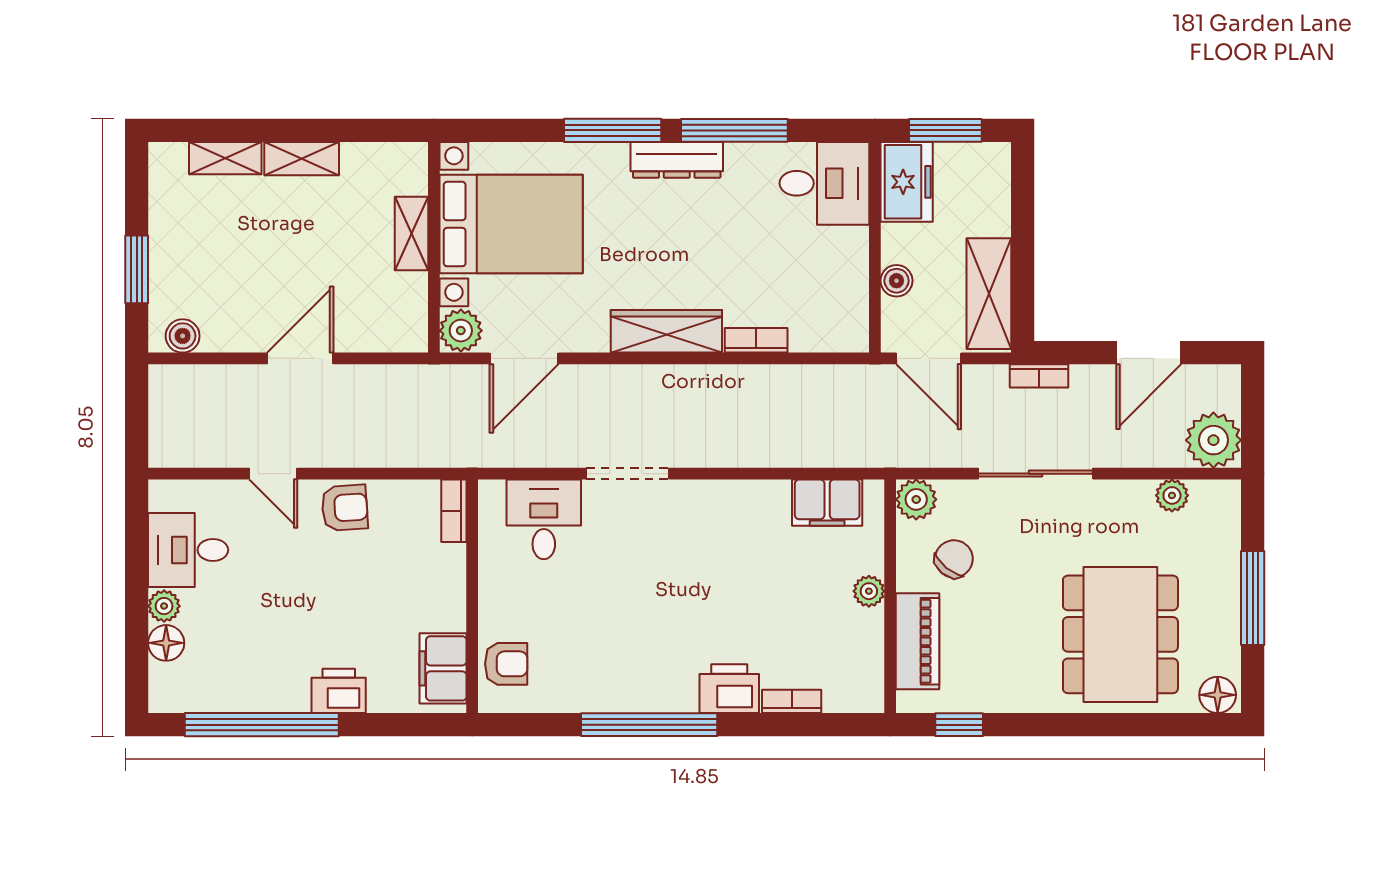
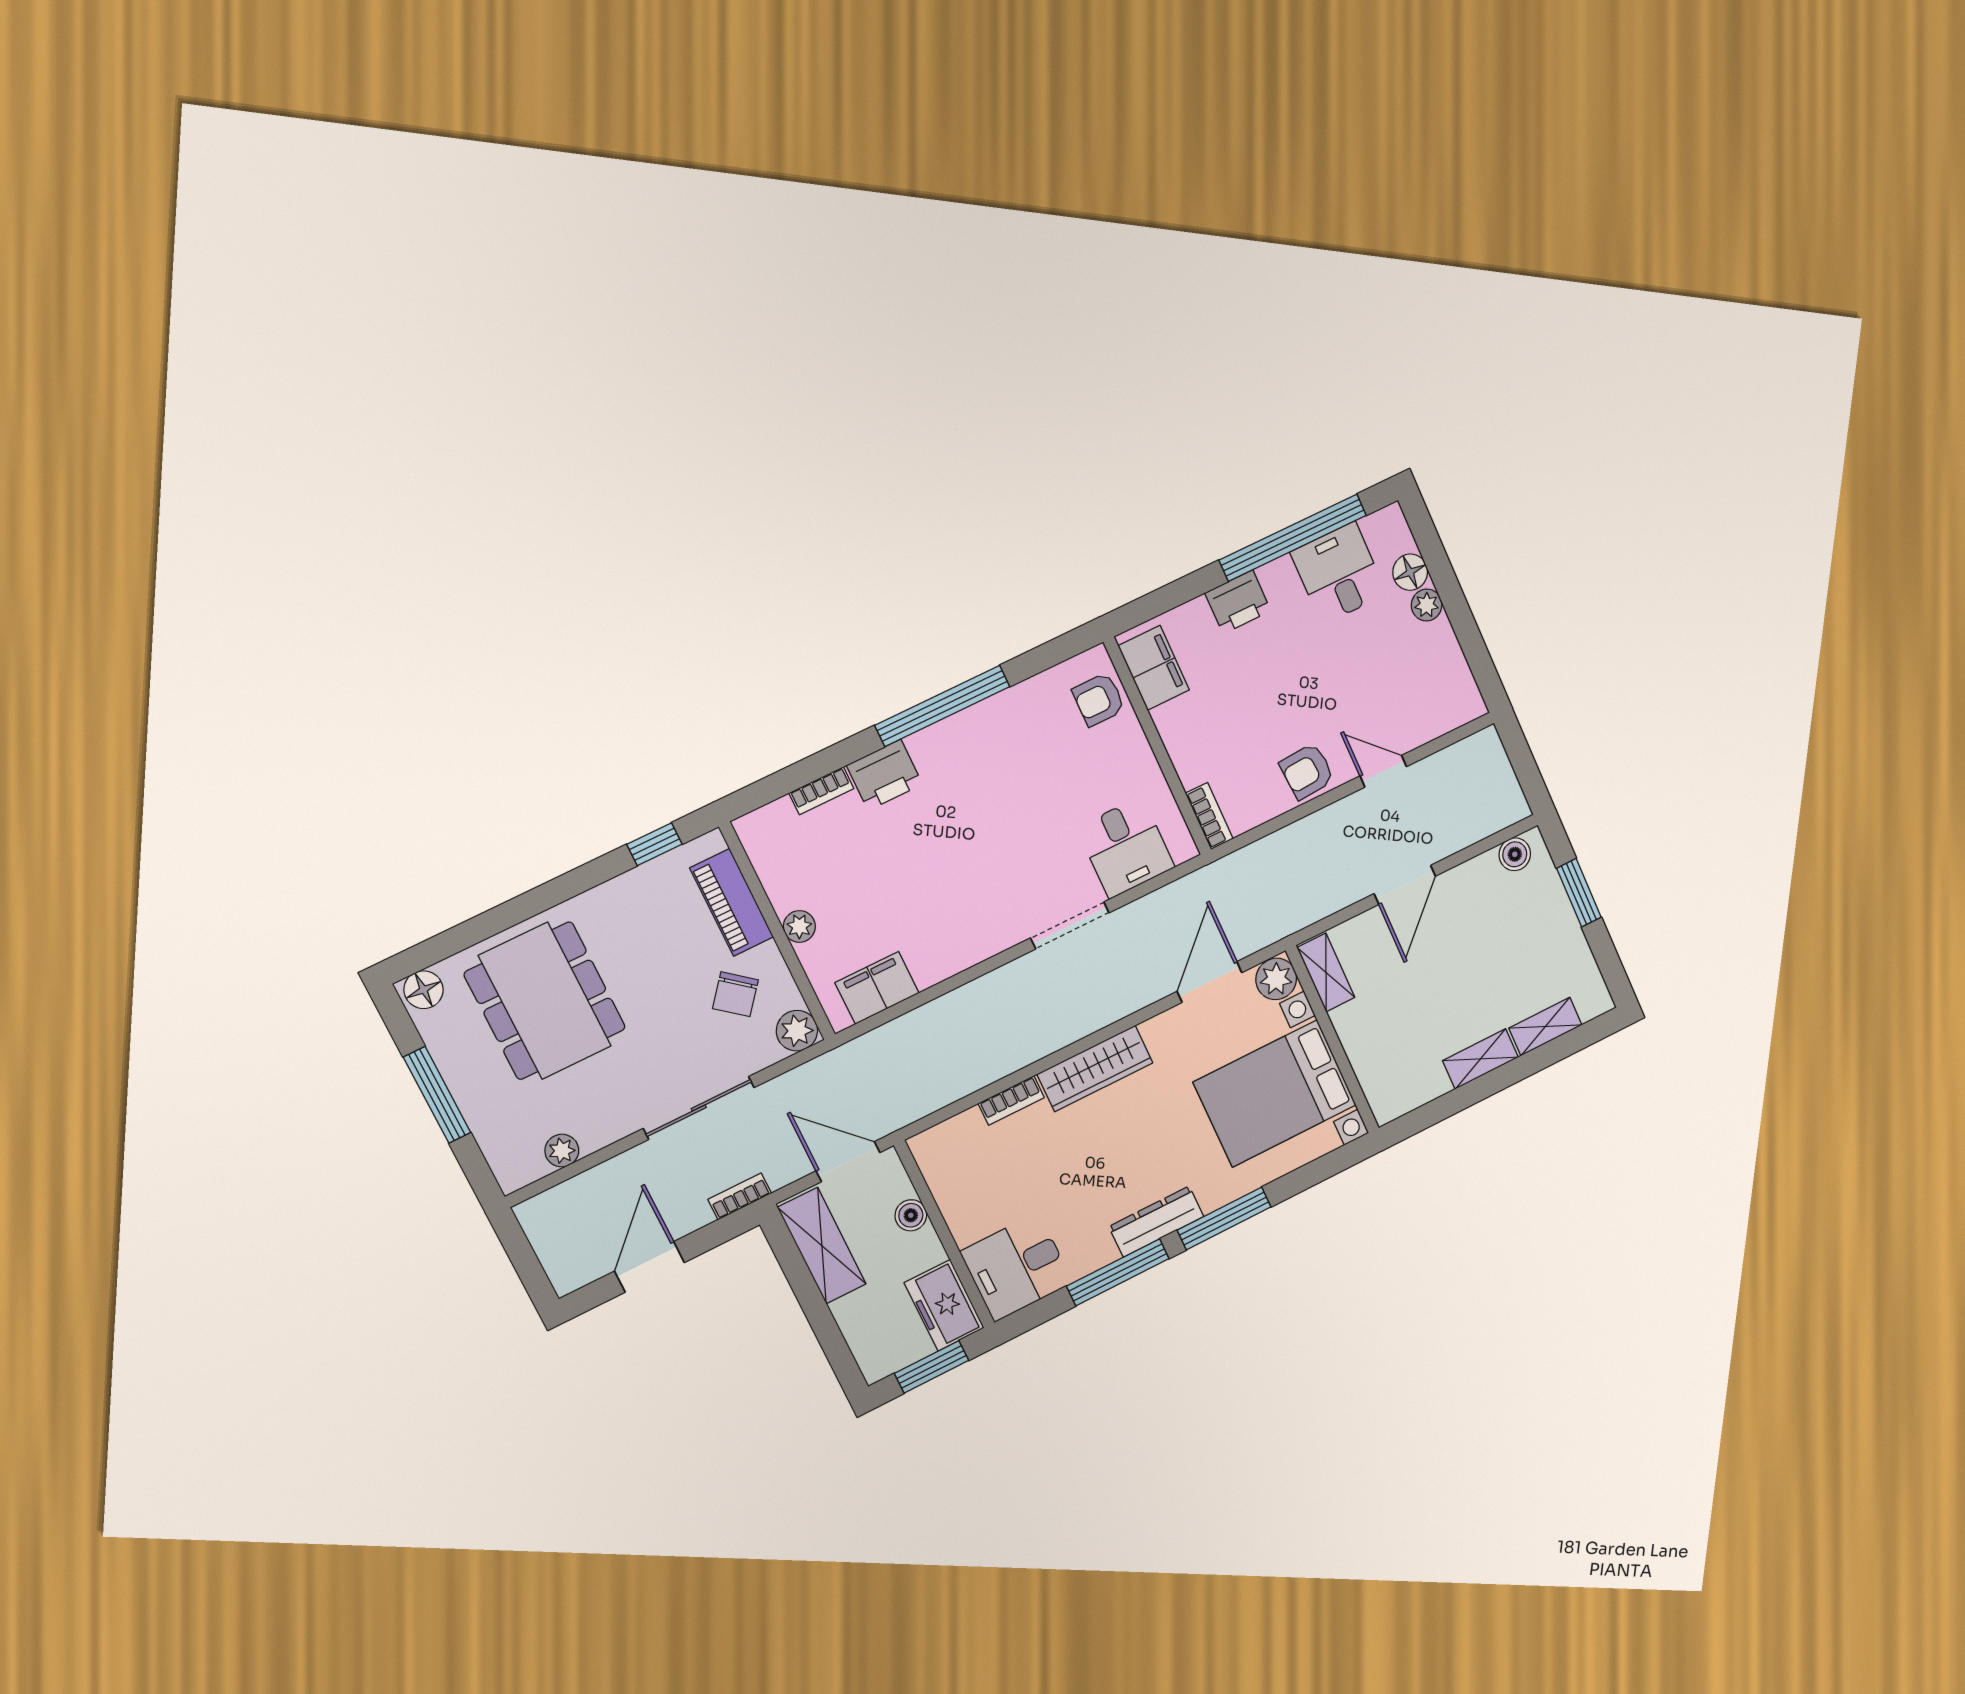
shelving: (412, 234) -> (1326, 972), moved
plant: (1213, 440) -> (549, 1219), removed
desk: (188, 550) -> (1339, 573), moved, turned -90

